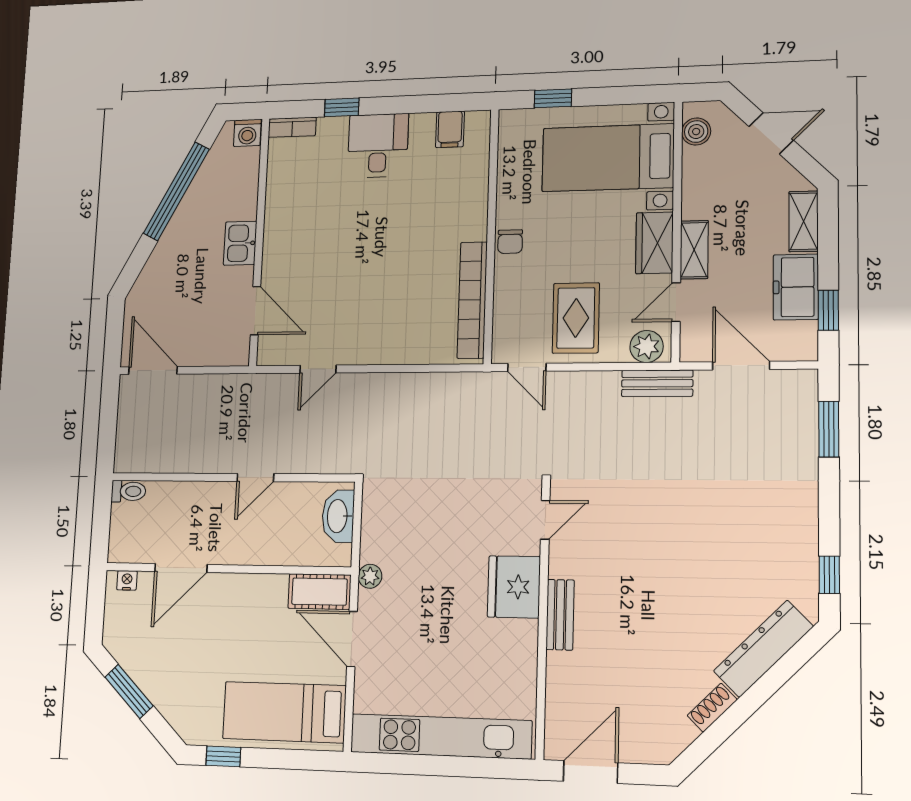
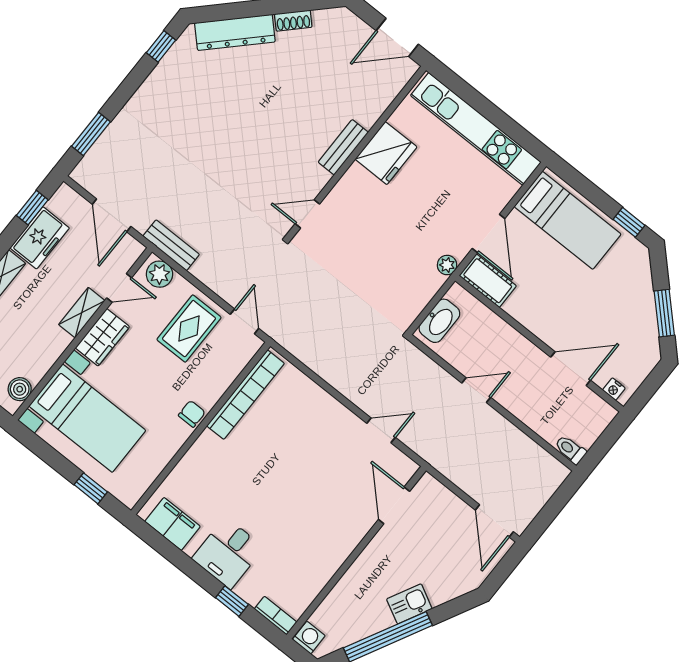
filing cabinet: (450, 129) -> (173, 524), width x2.00
kitchen sink: (240, 243) -> (409, 604), moved, turned -152
fridge: (514, 587) -> (386, 153), moved

